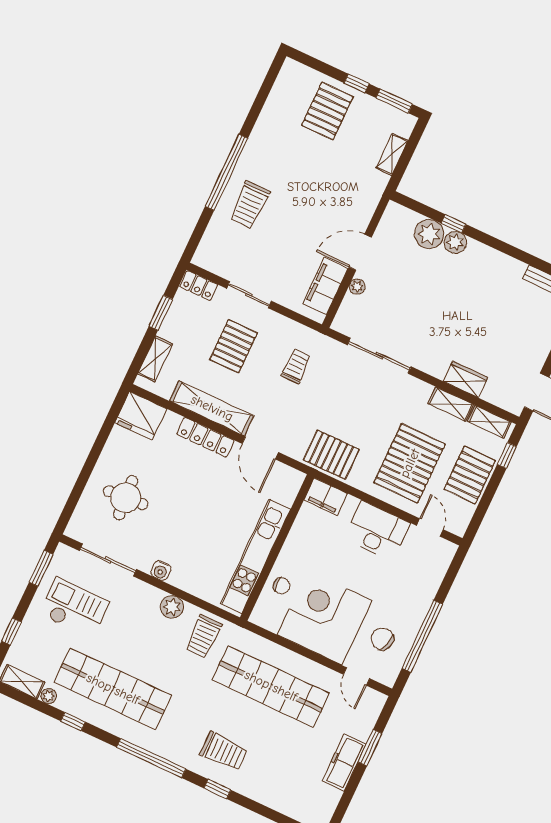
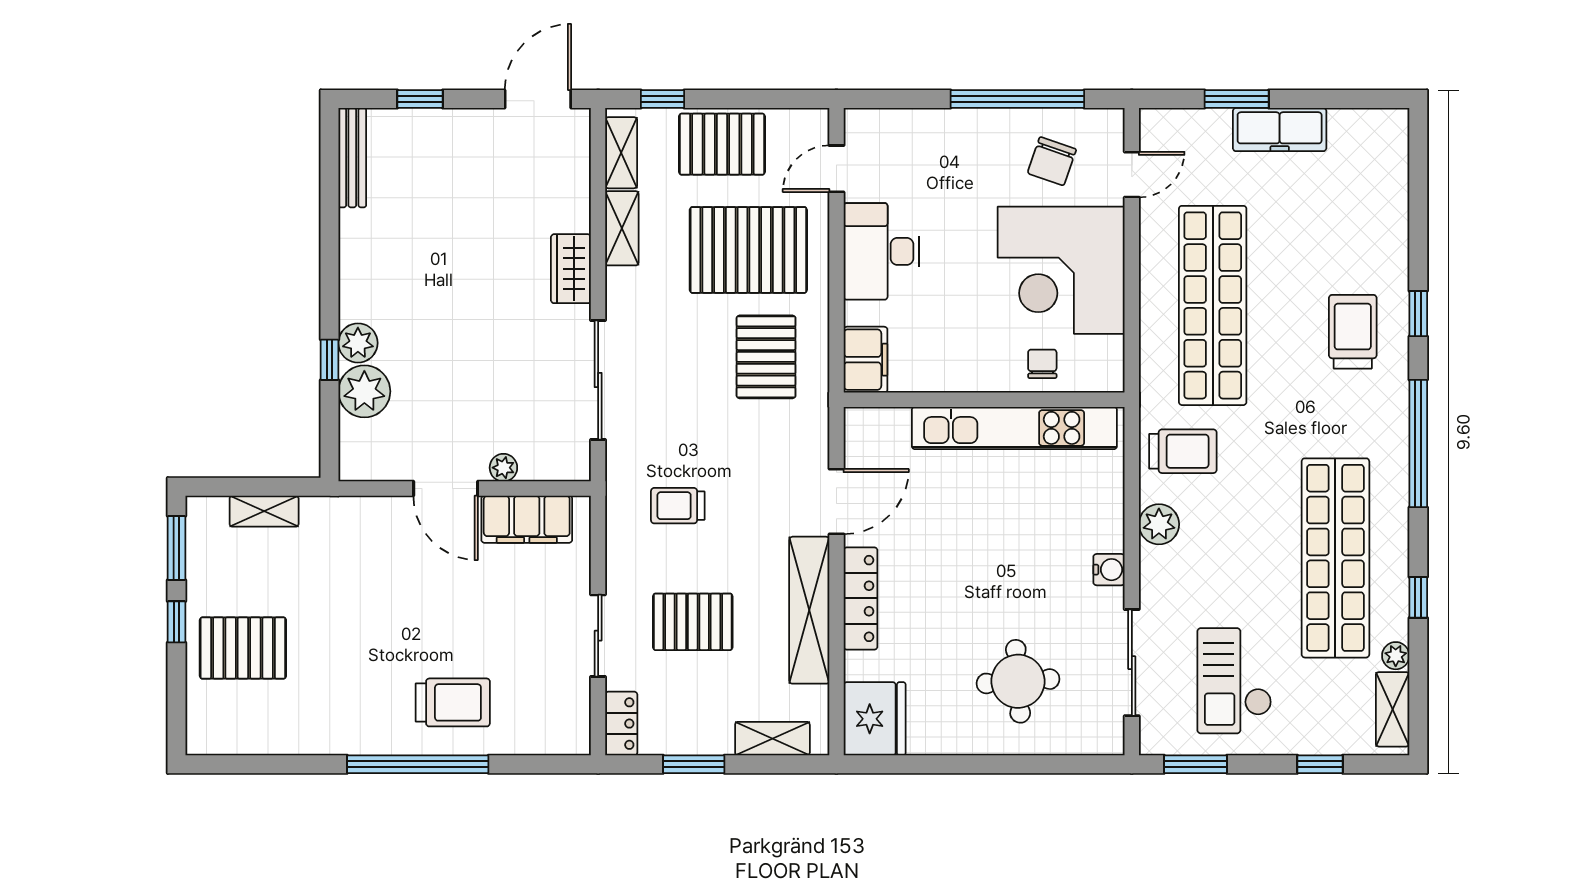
wardrobe: (466, 379) -> (571, 269), moved
pallet: (331, 455) -> (766, 357), moved

